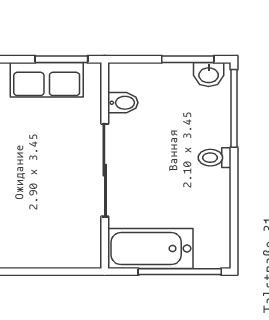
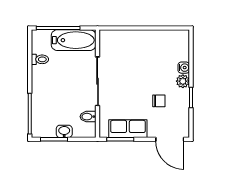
washbasin: (209, 74) -> (64, 131), moved
toilet: (215, 158) -> (40, 59), moved

